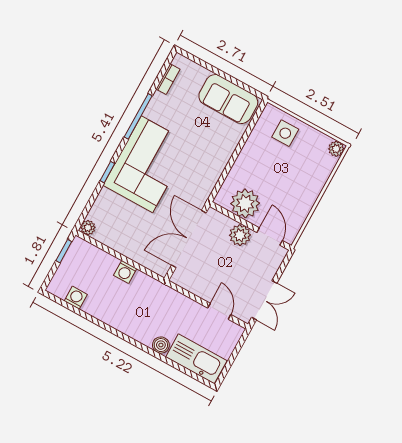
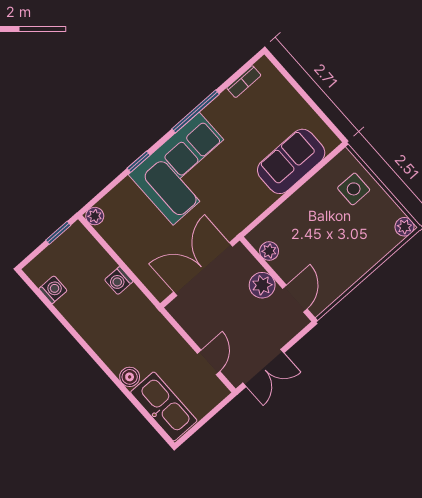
sofa: (228, 99) -> (291, 161), moved, turned 90
plant: (245, 203) -> (269, 251), width x0.53, depth x0.53

